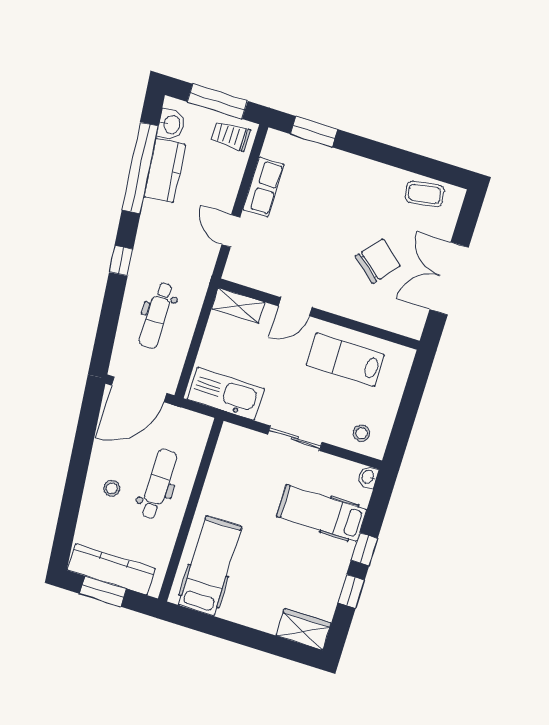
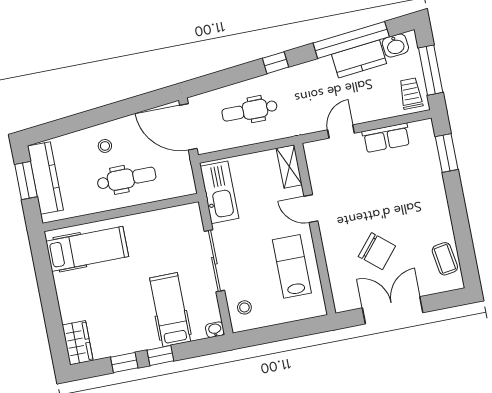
sliding door: (295, 438) -> (214, 261), width x1.37

